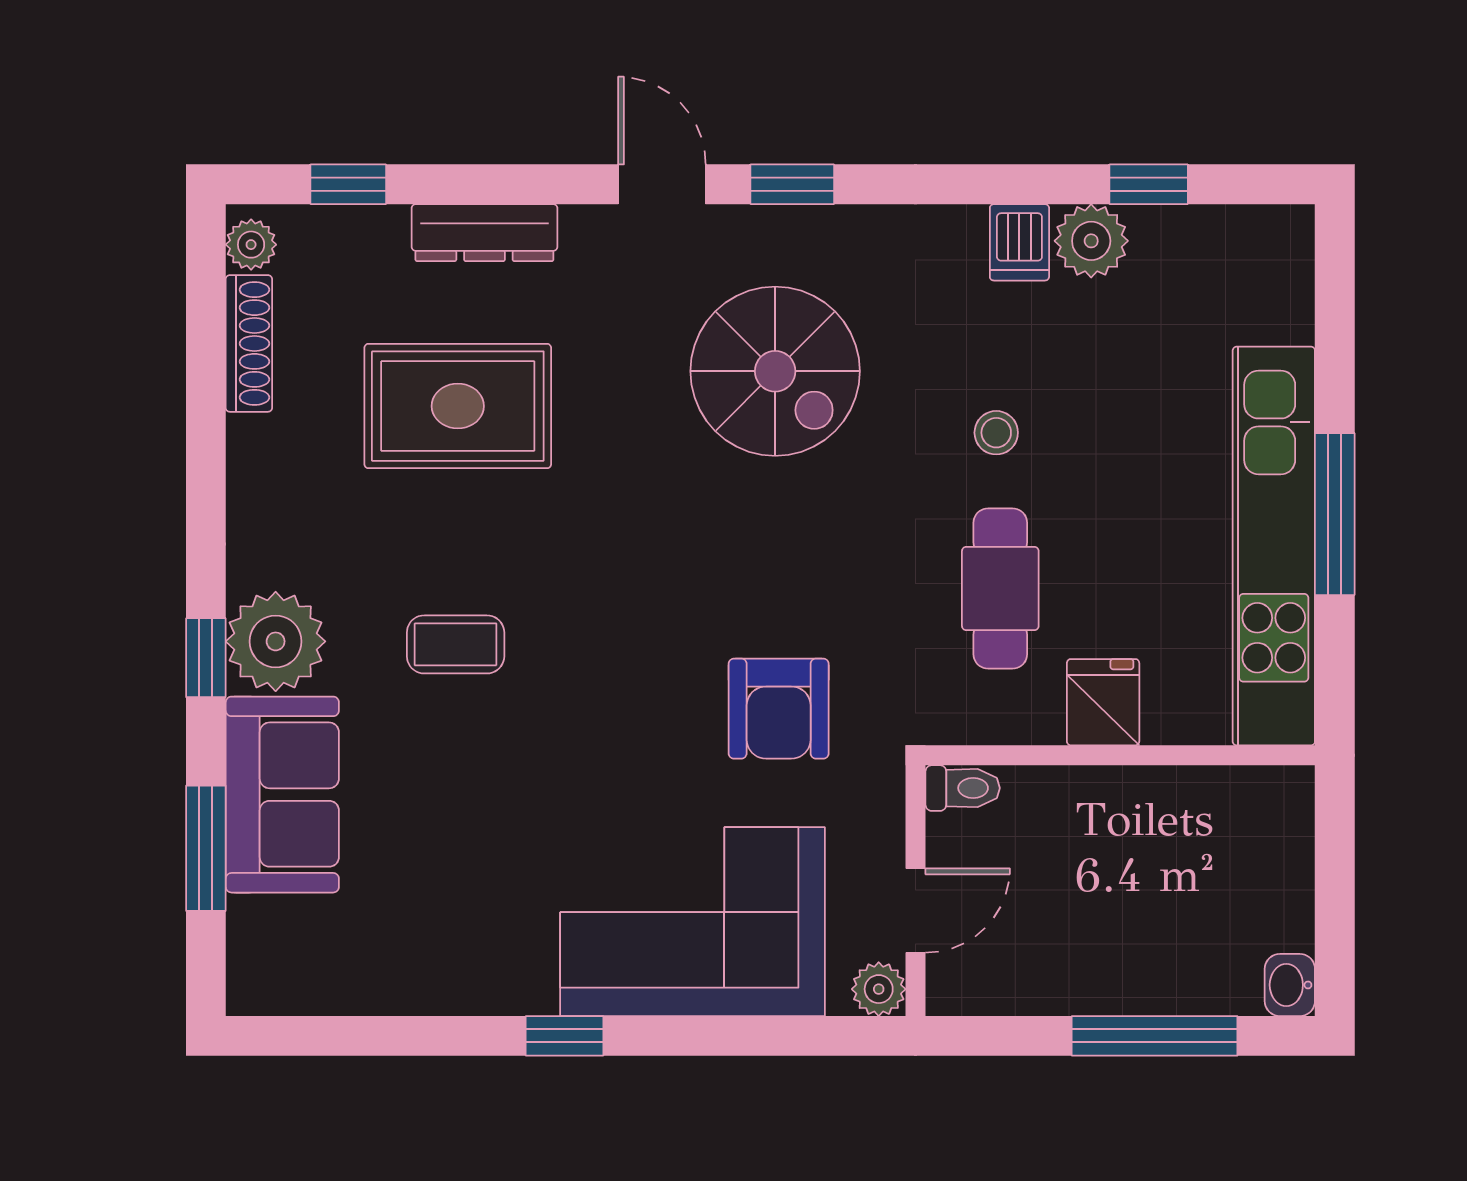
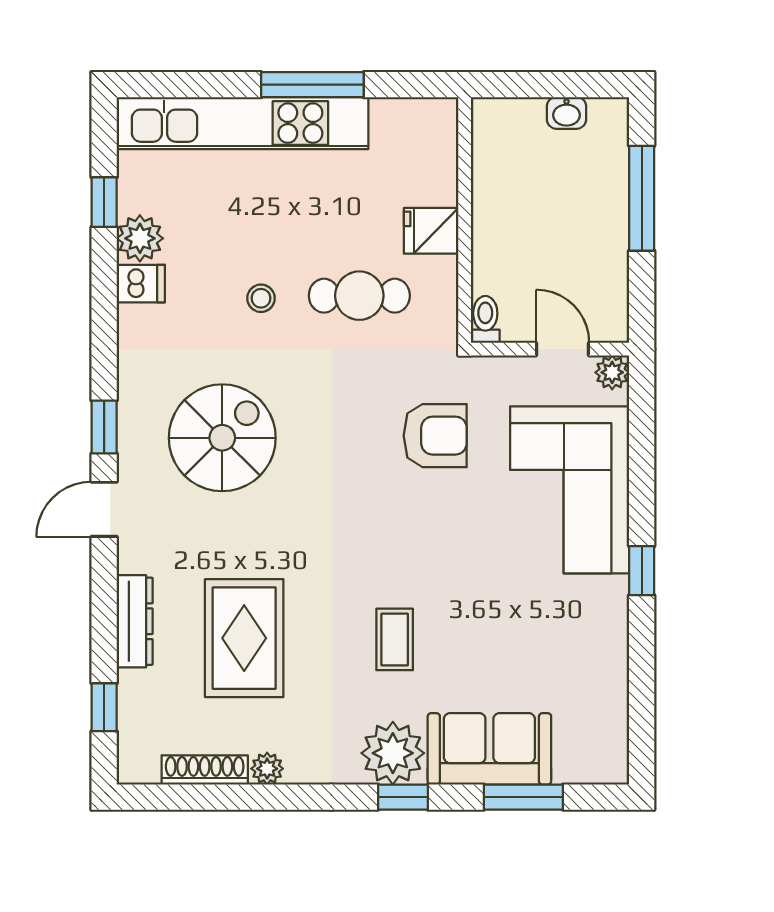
plant: (251, 245) -> (267, 769), moved
kitchen unit: (1274, 546) -> (243, 123), moved
washbasin: (1290, 985) -> (567, 113), moved

